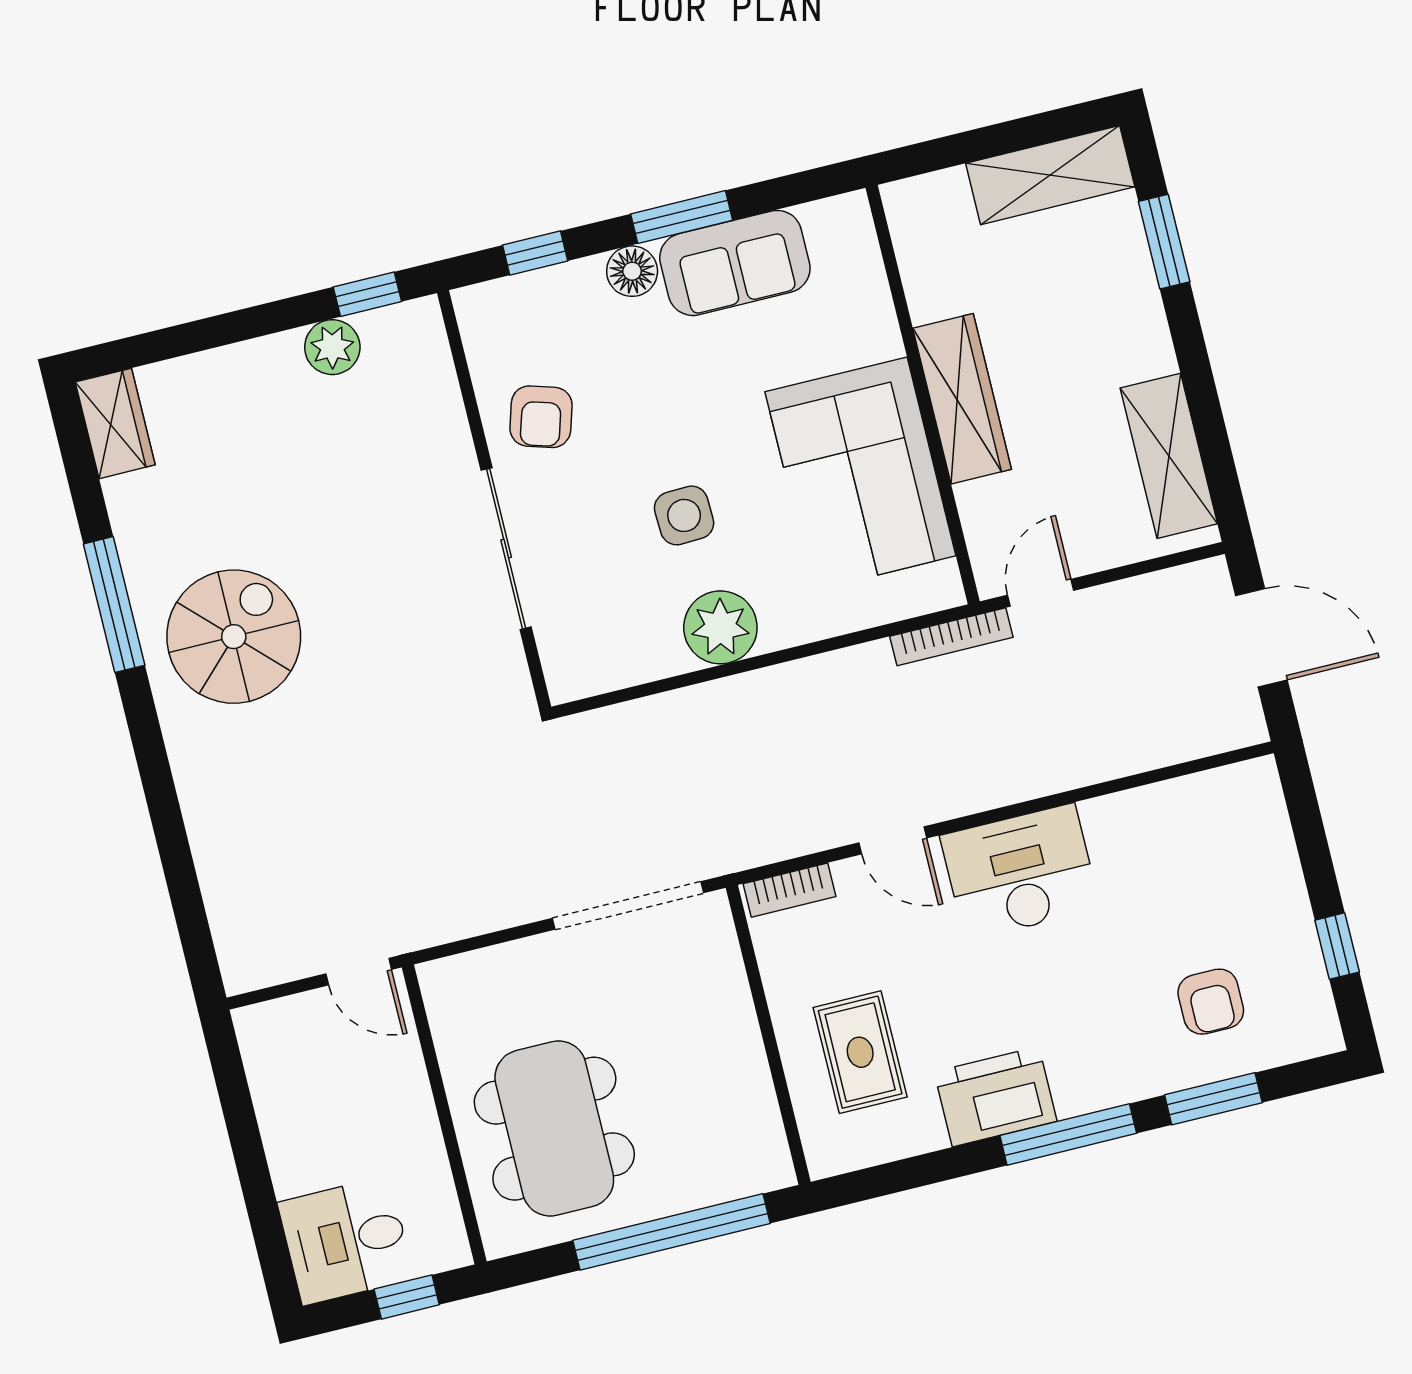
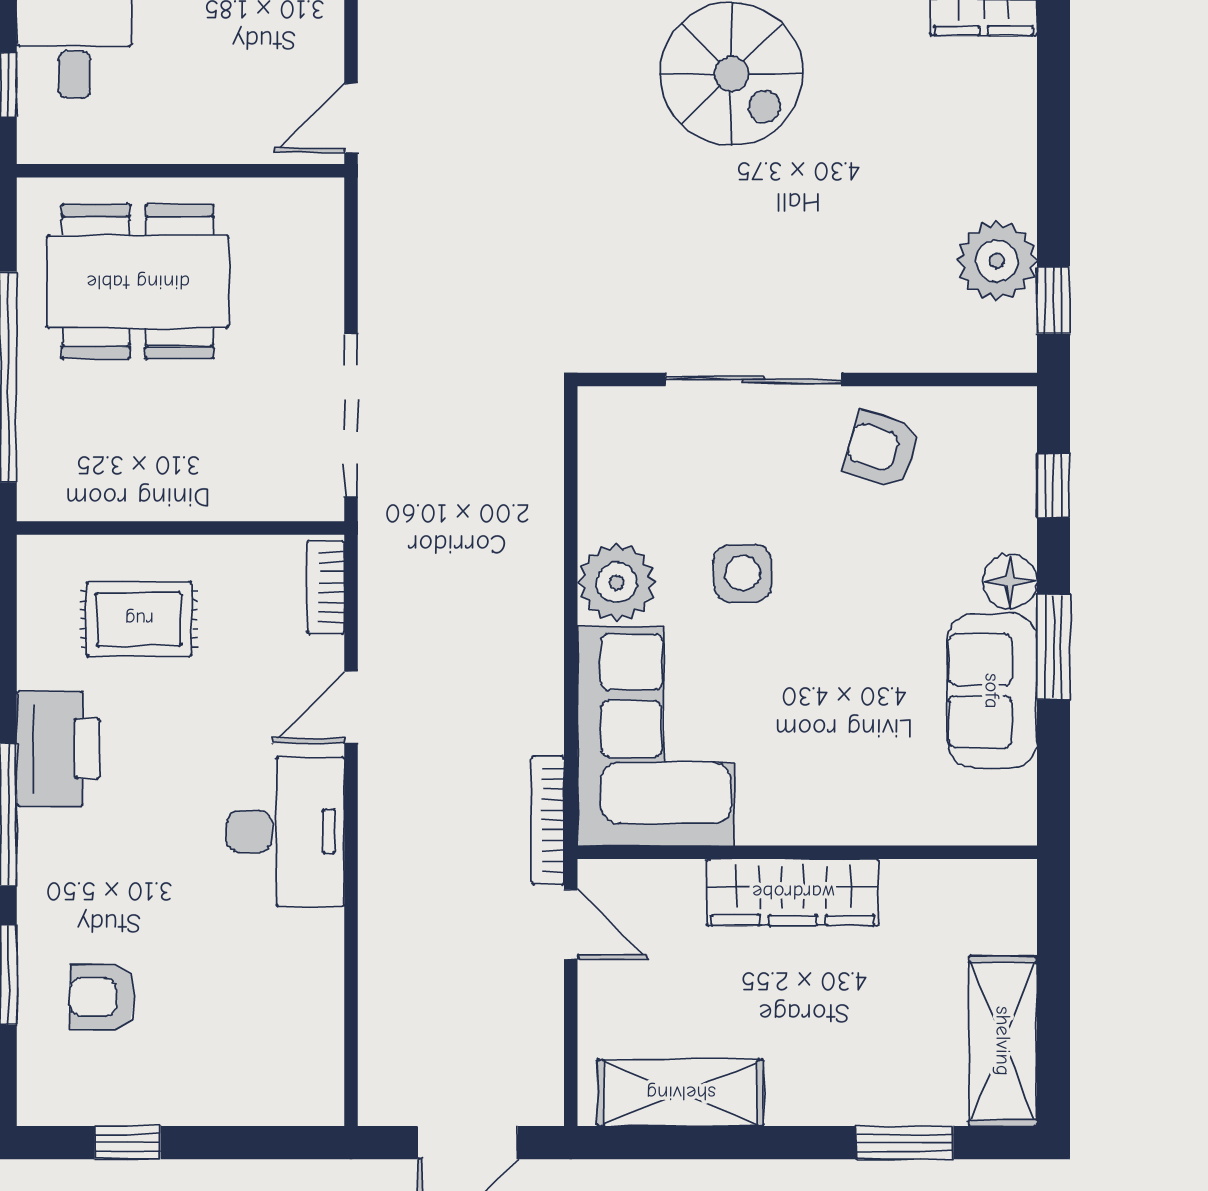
plant: (332, 347) -> (997, 261), width x1.36, depth x1.36
corner sofa: (860, 474) -> (656, 736), moved, turned 90

